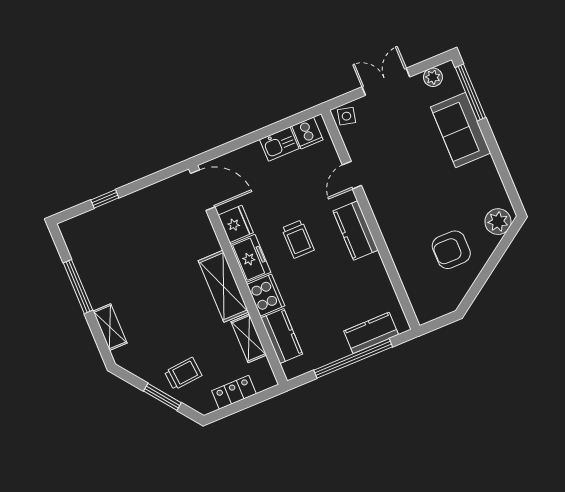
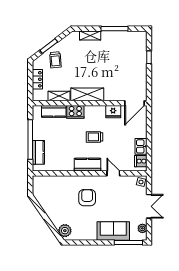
armchair: (451, 250) -> (87, 198), moved
freezer: (250, 258) -> (95, 112), removed

